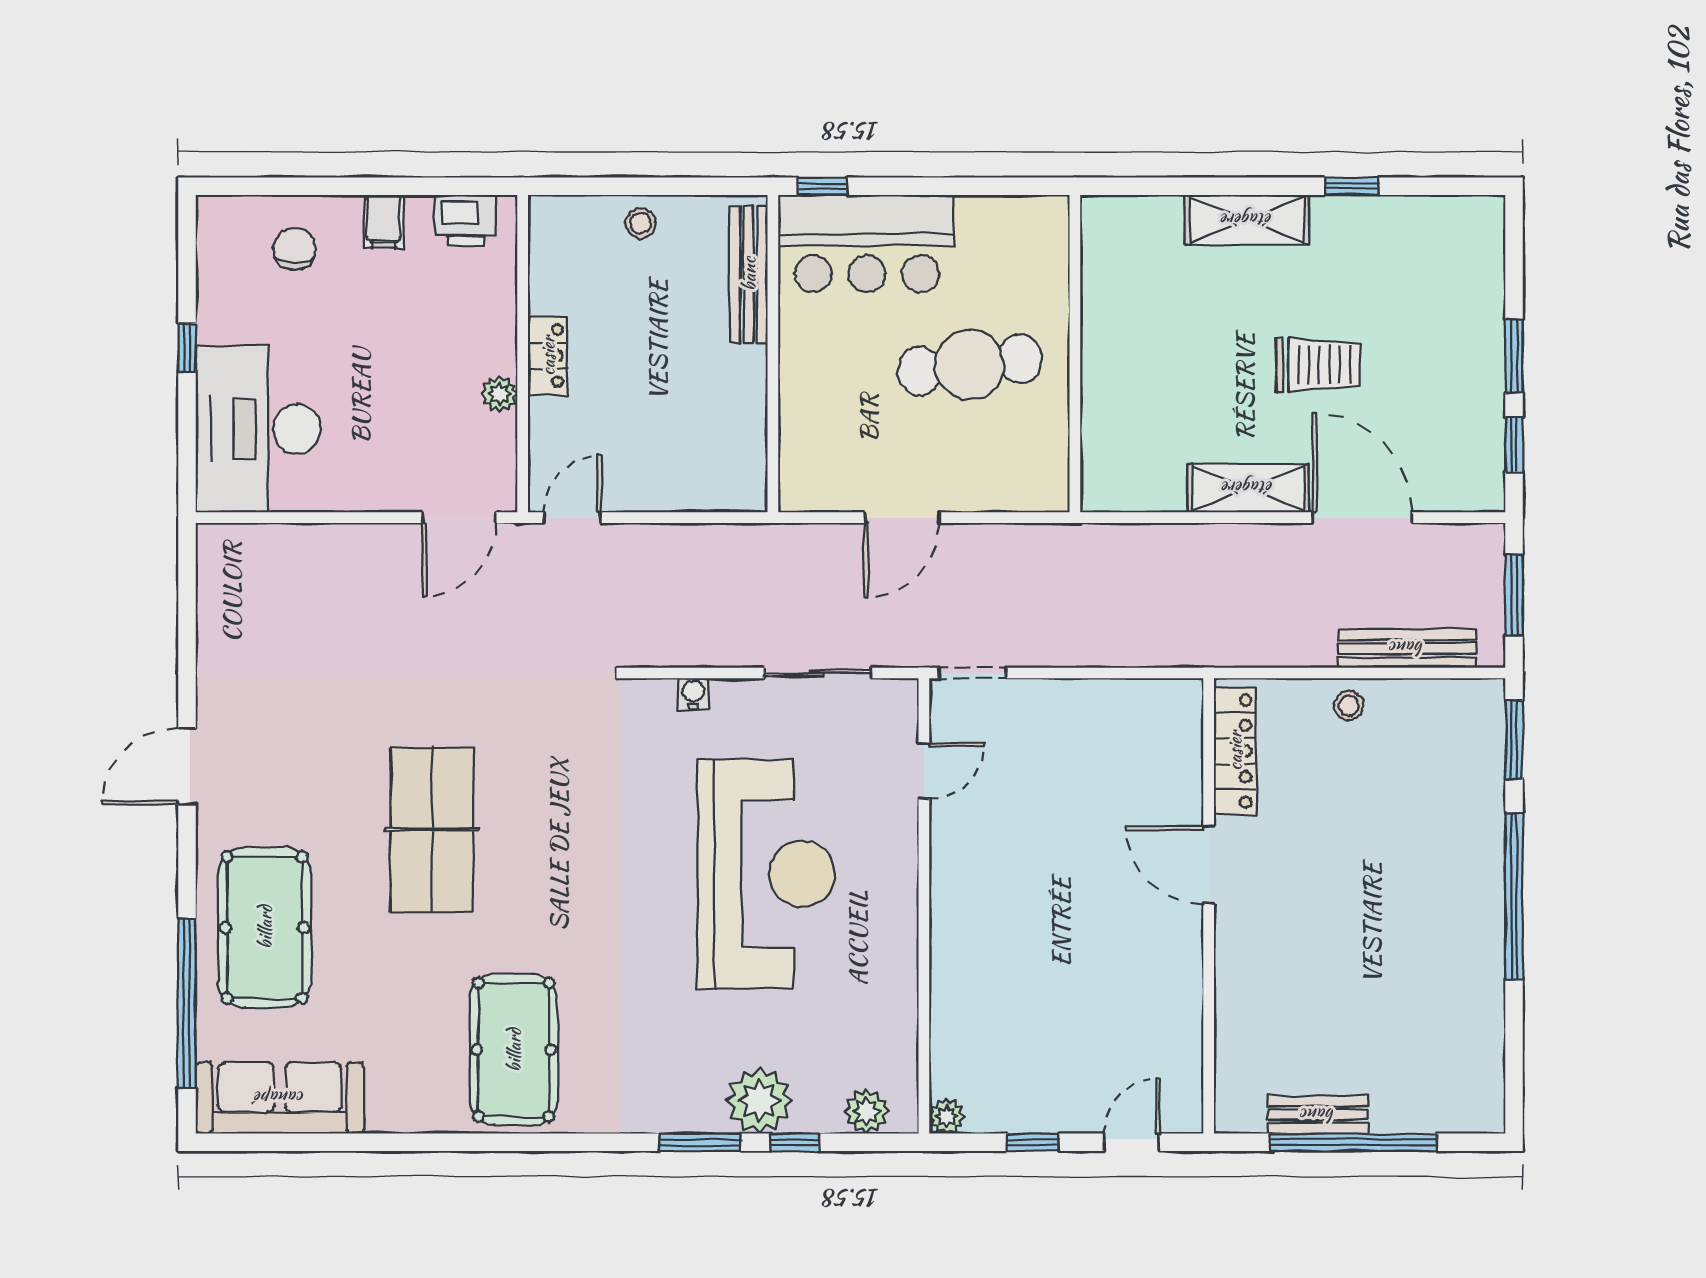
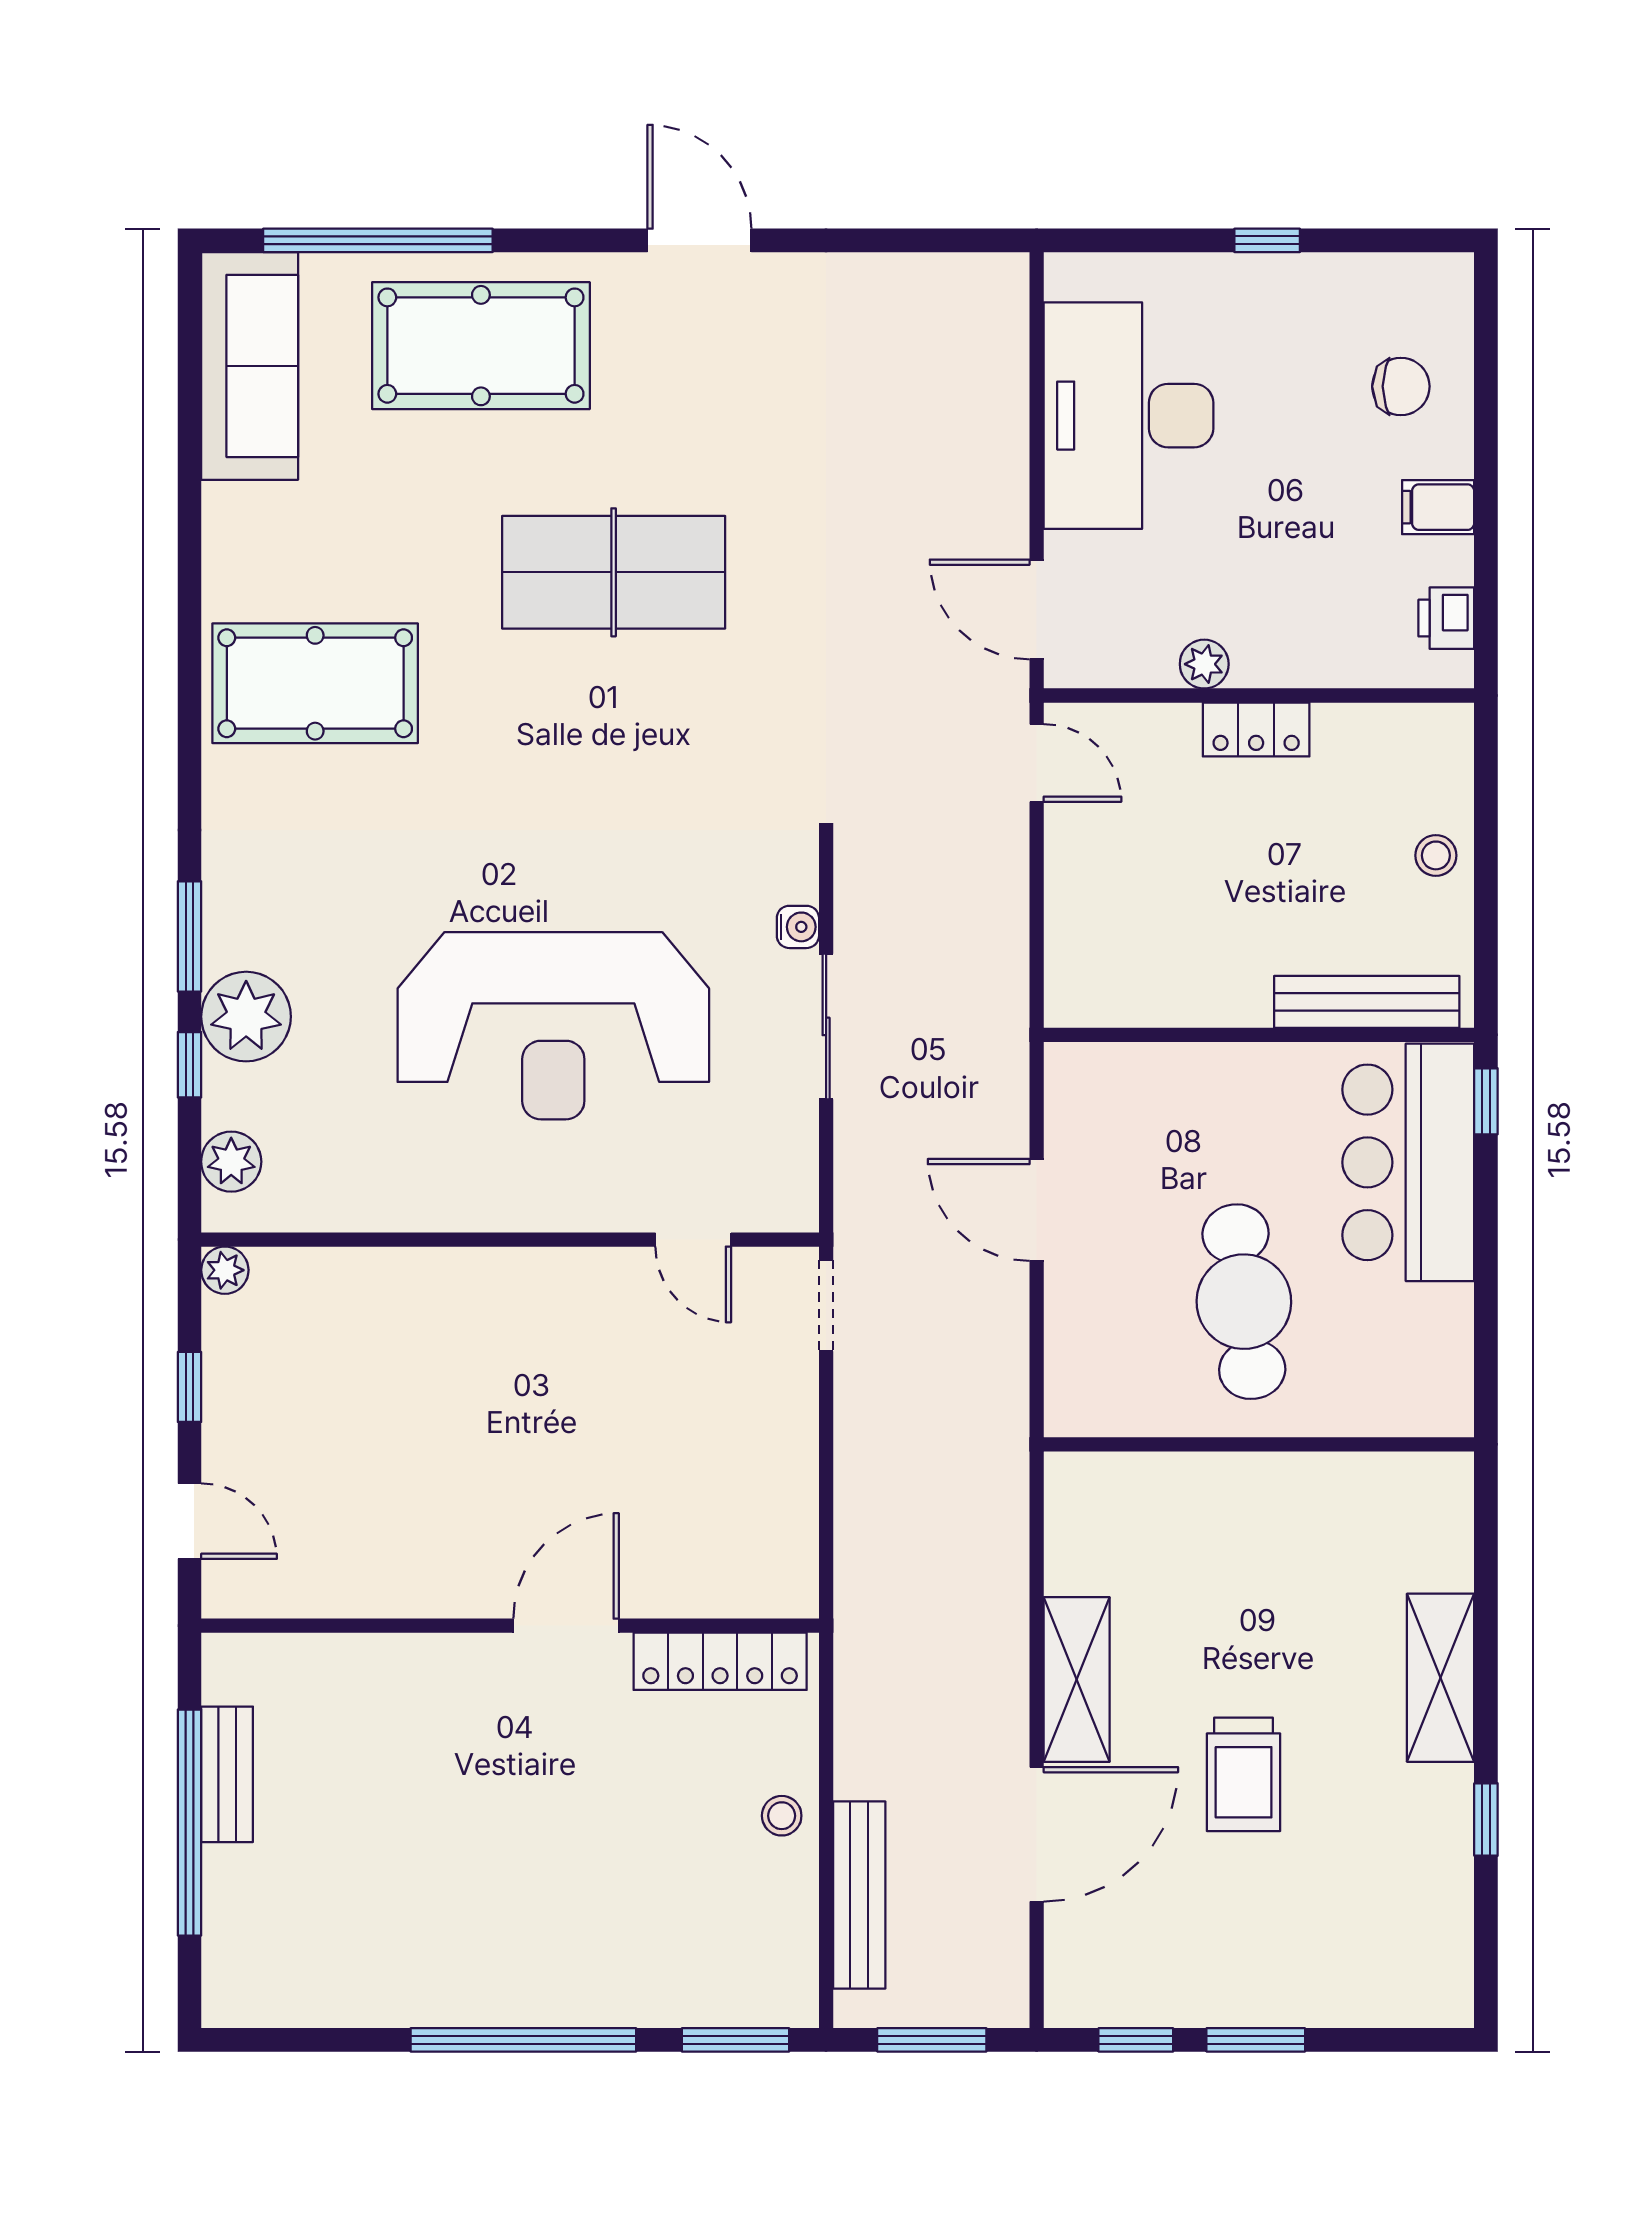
printer: (466, 220) -> (1446, 618), width x0.73, depth x0.81
desk: (258, 429) -> (1128, 416), moved, turned -90
sliding door: (817, 673) -> (826, 1026), moved

